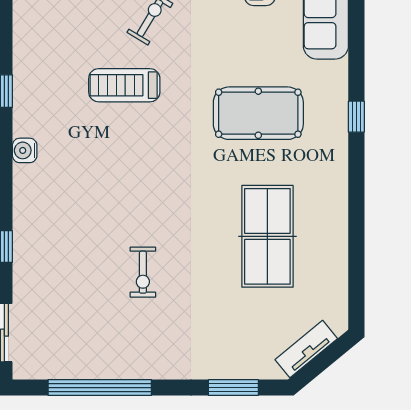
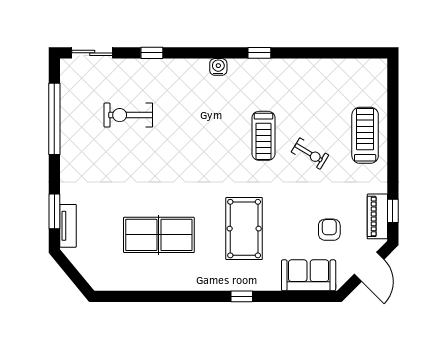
treadmill: (124, 85) -> (263, 136), turned 180
exercise bike: (143, 272) -> (128, 115), moved, width x1.38, depth x1.39
tv unit: (306, 349) -> (68, 226), moved, turned 40

